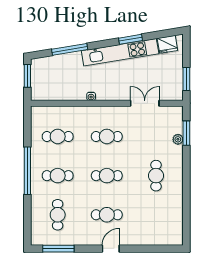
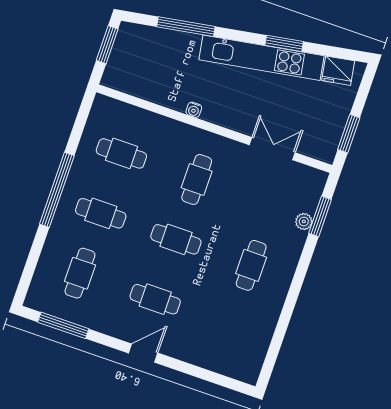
cafe table: (107, 136) -> (197, 179), turned 90

